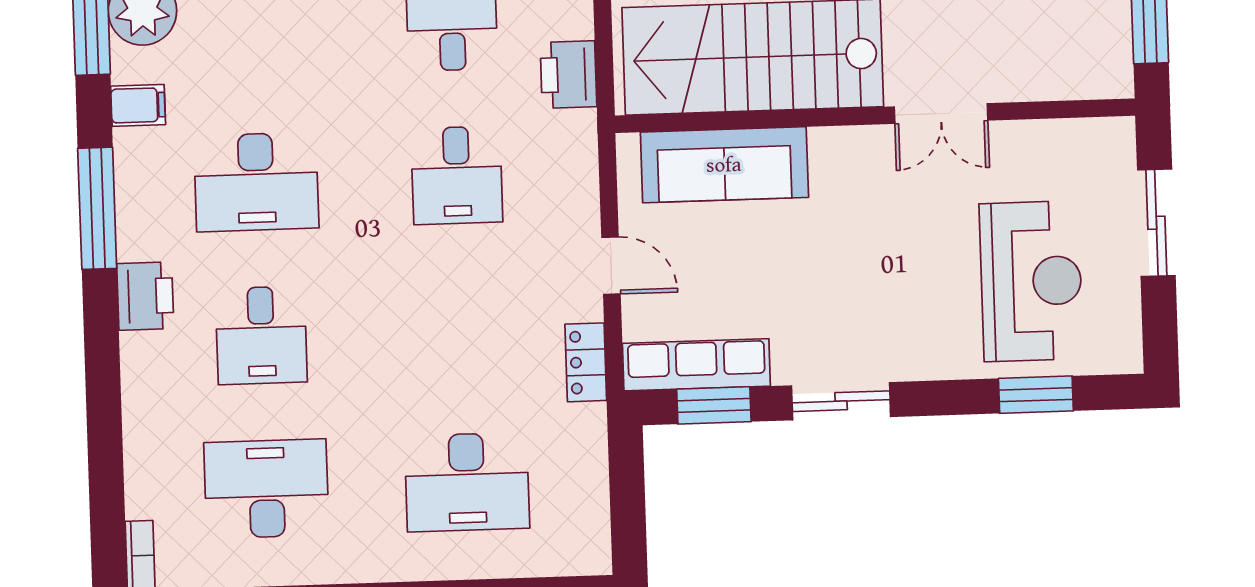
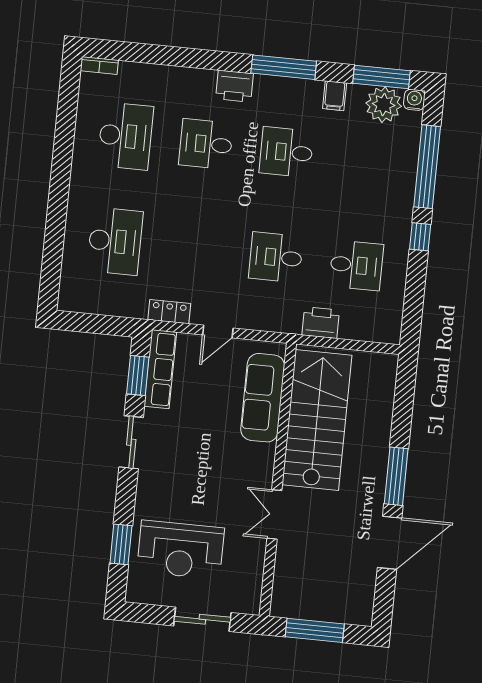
desk: (256, 182) -> (286, 152), width x0.73
desk: (467, 482) -> (115, 241), turned 180

